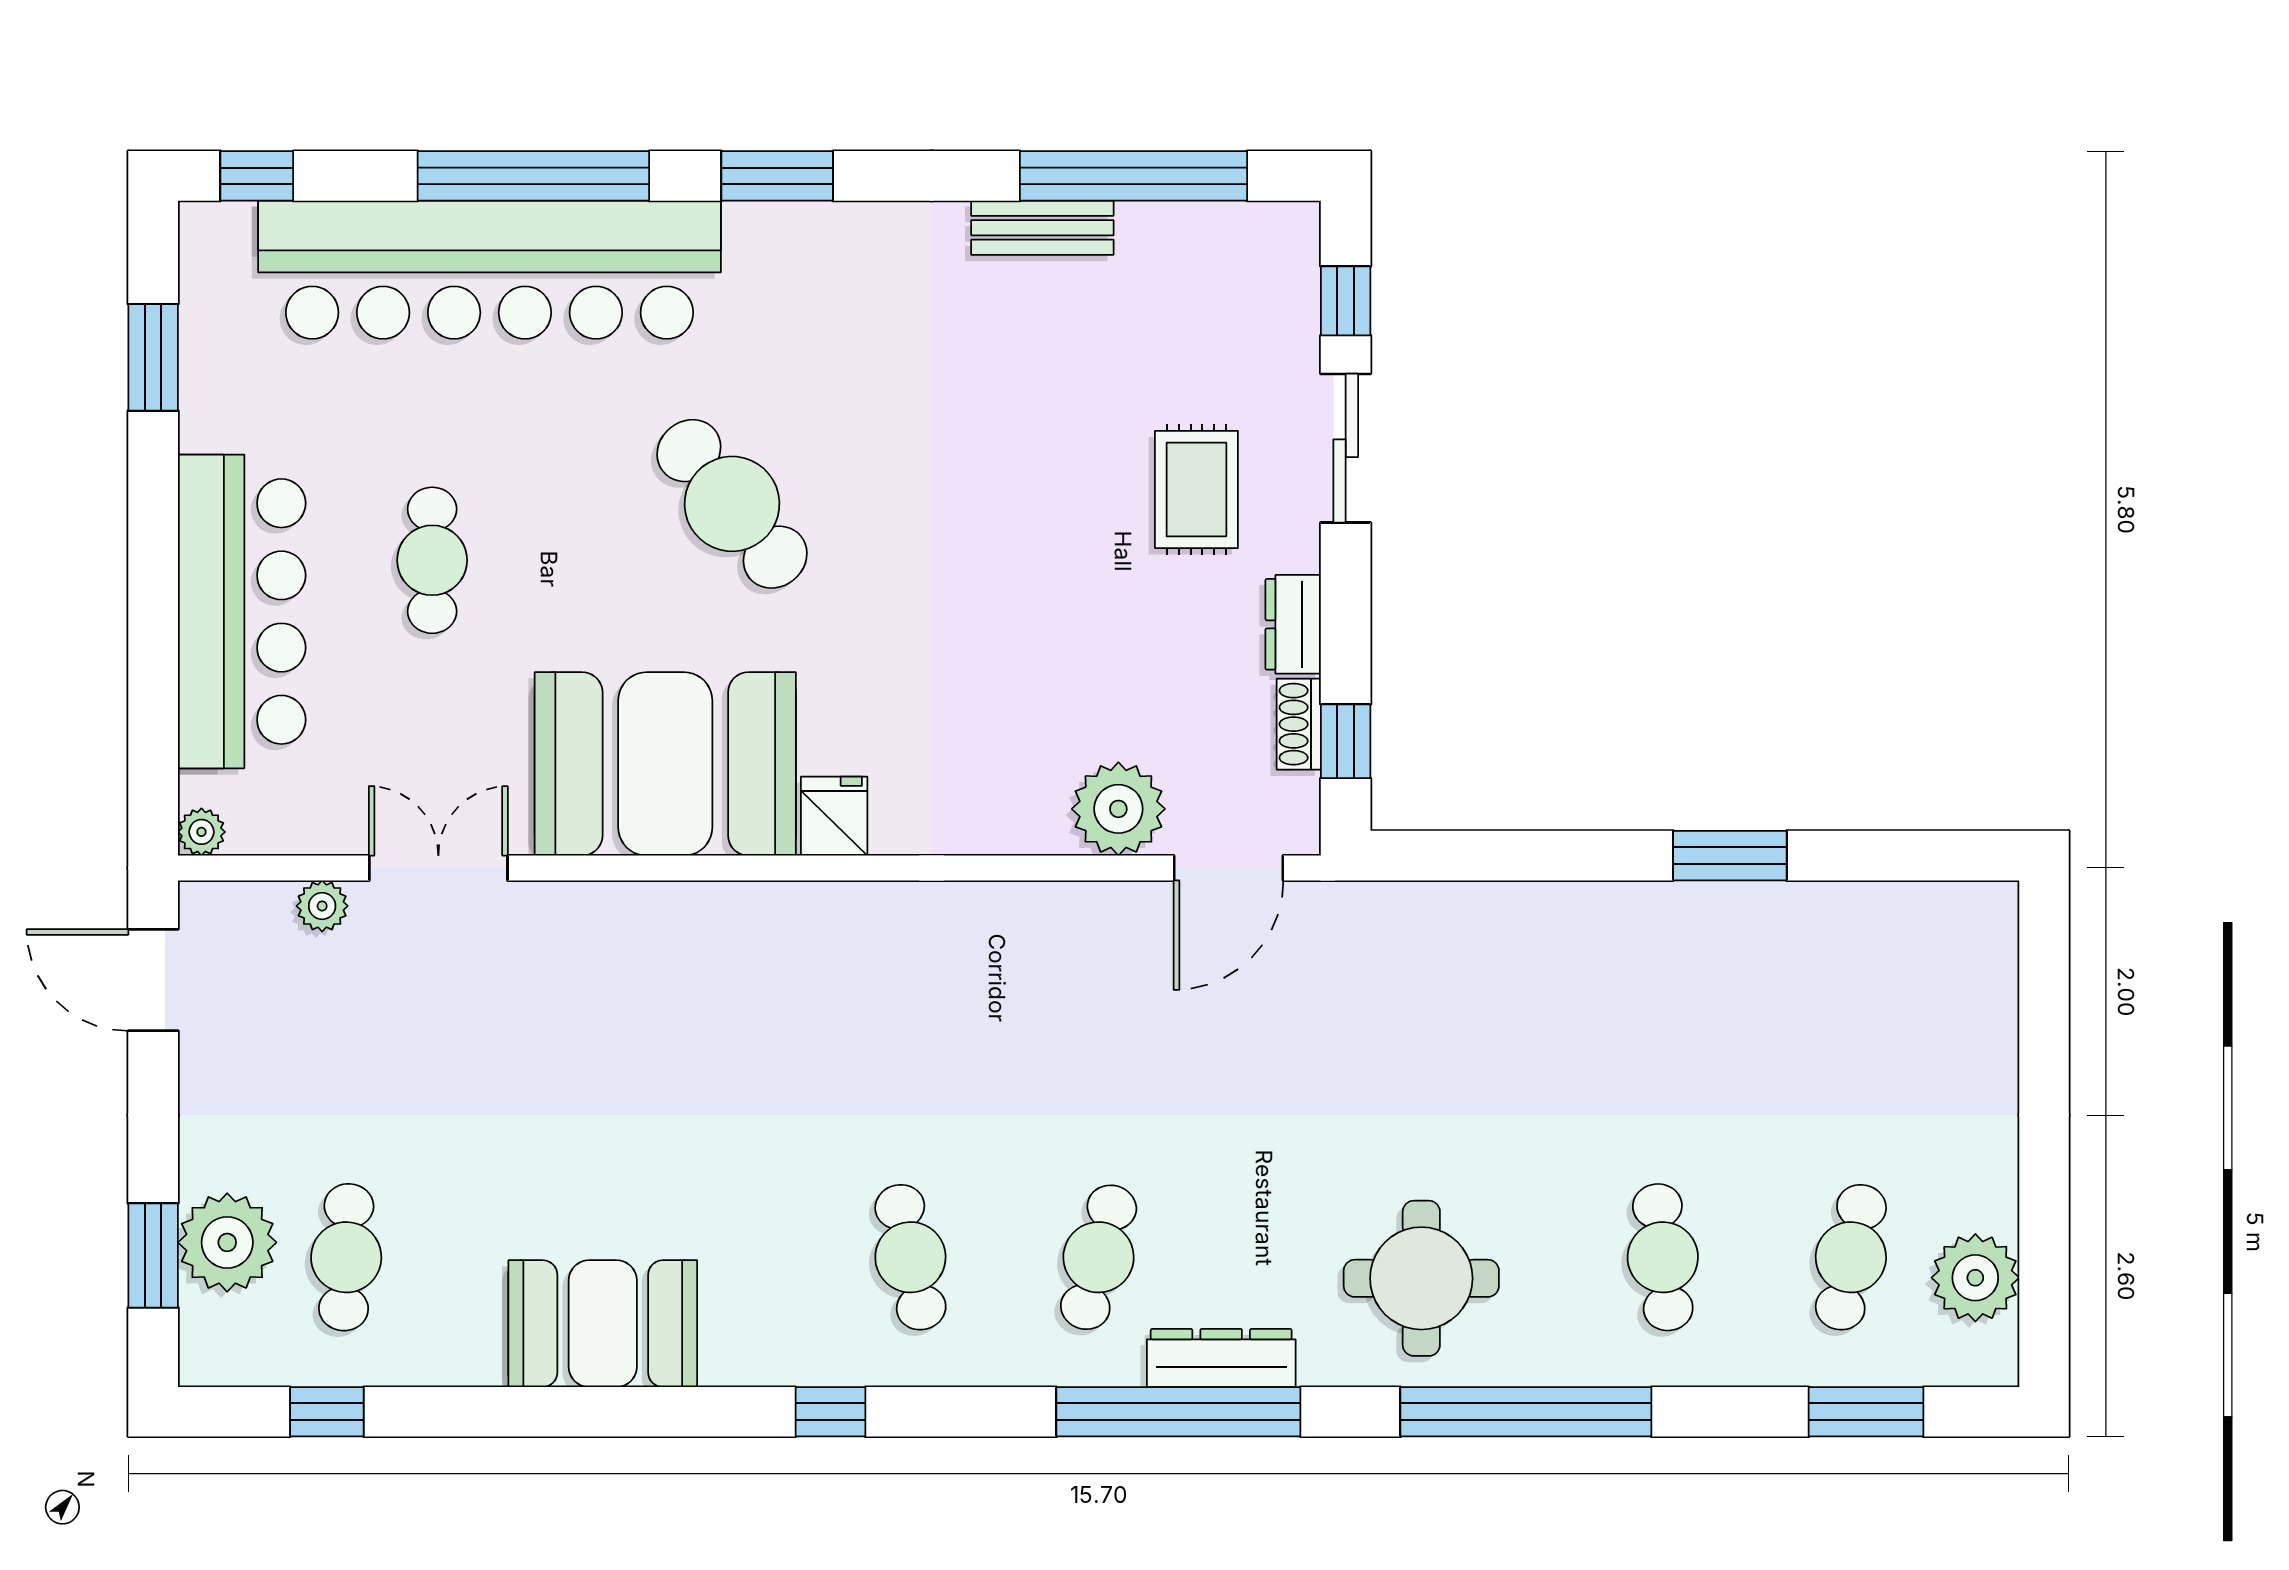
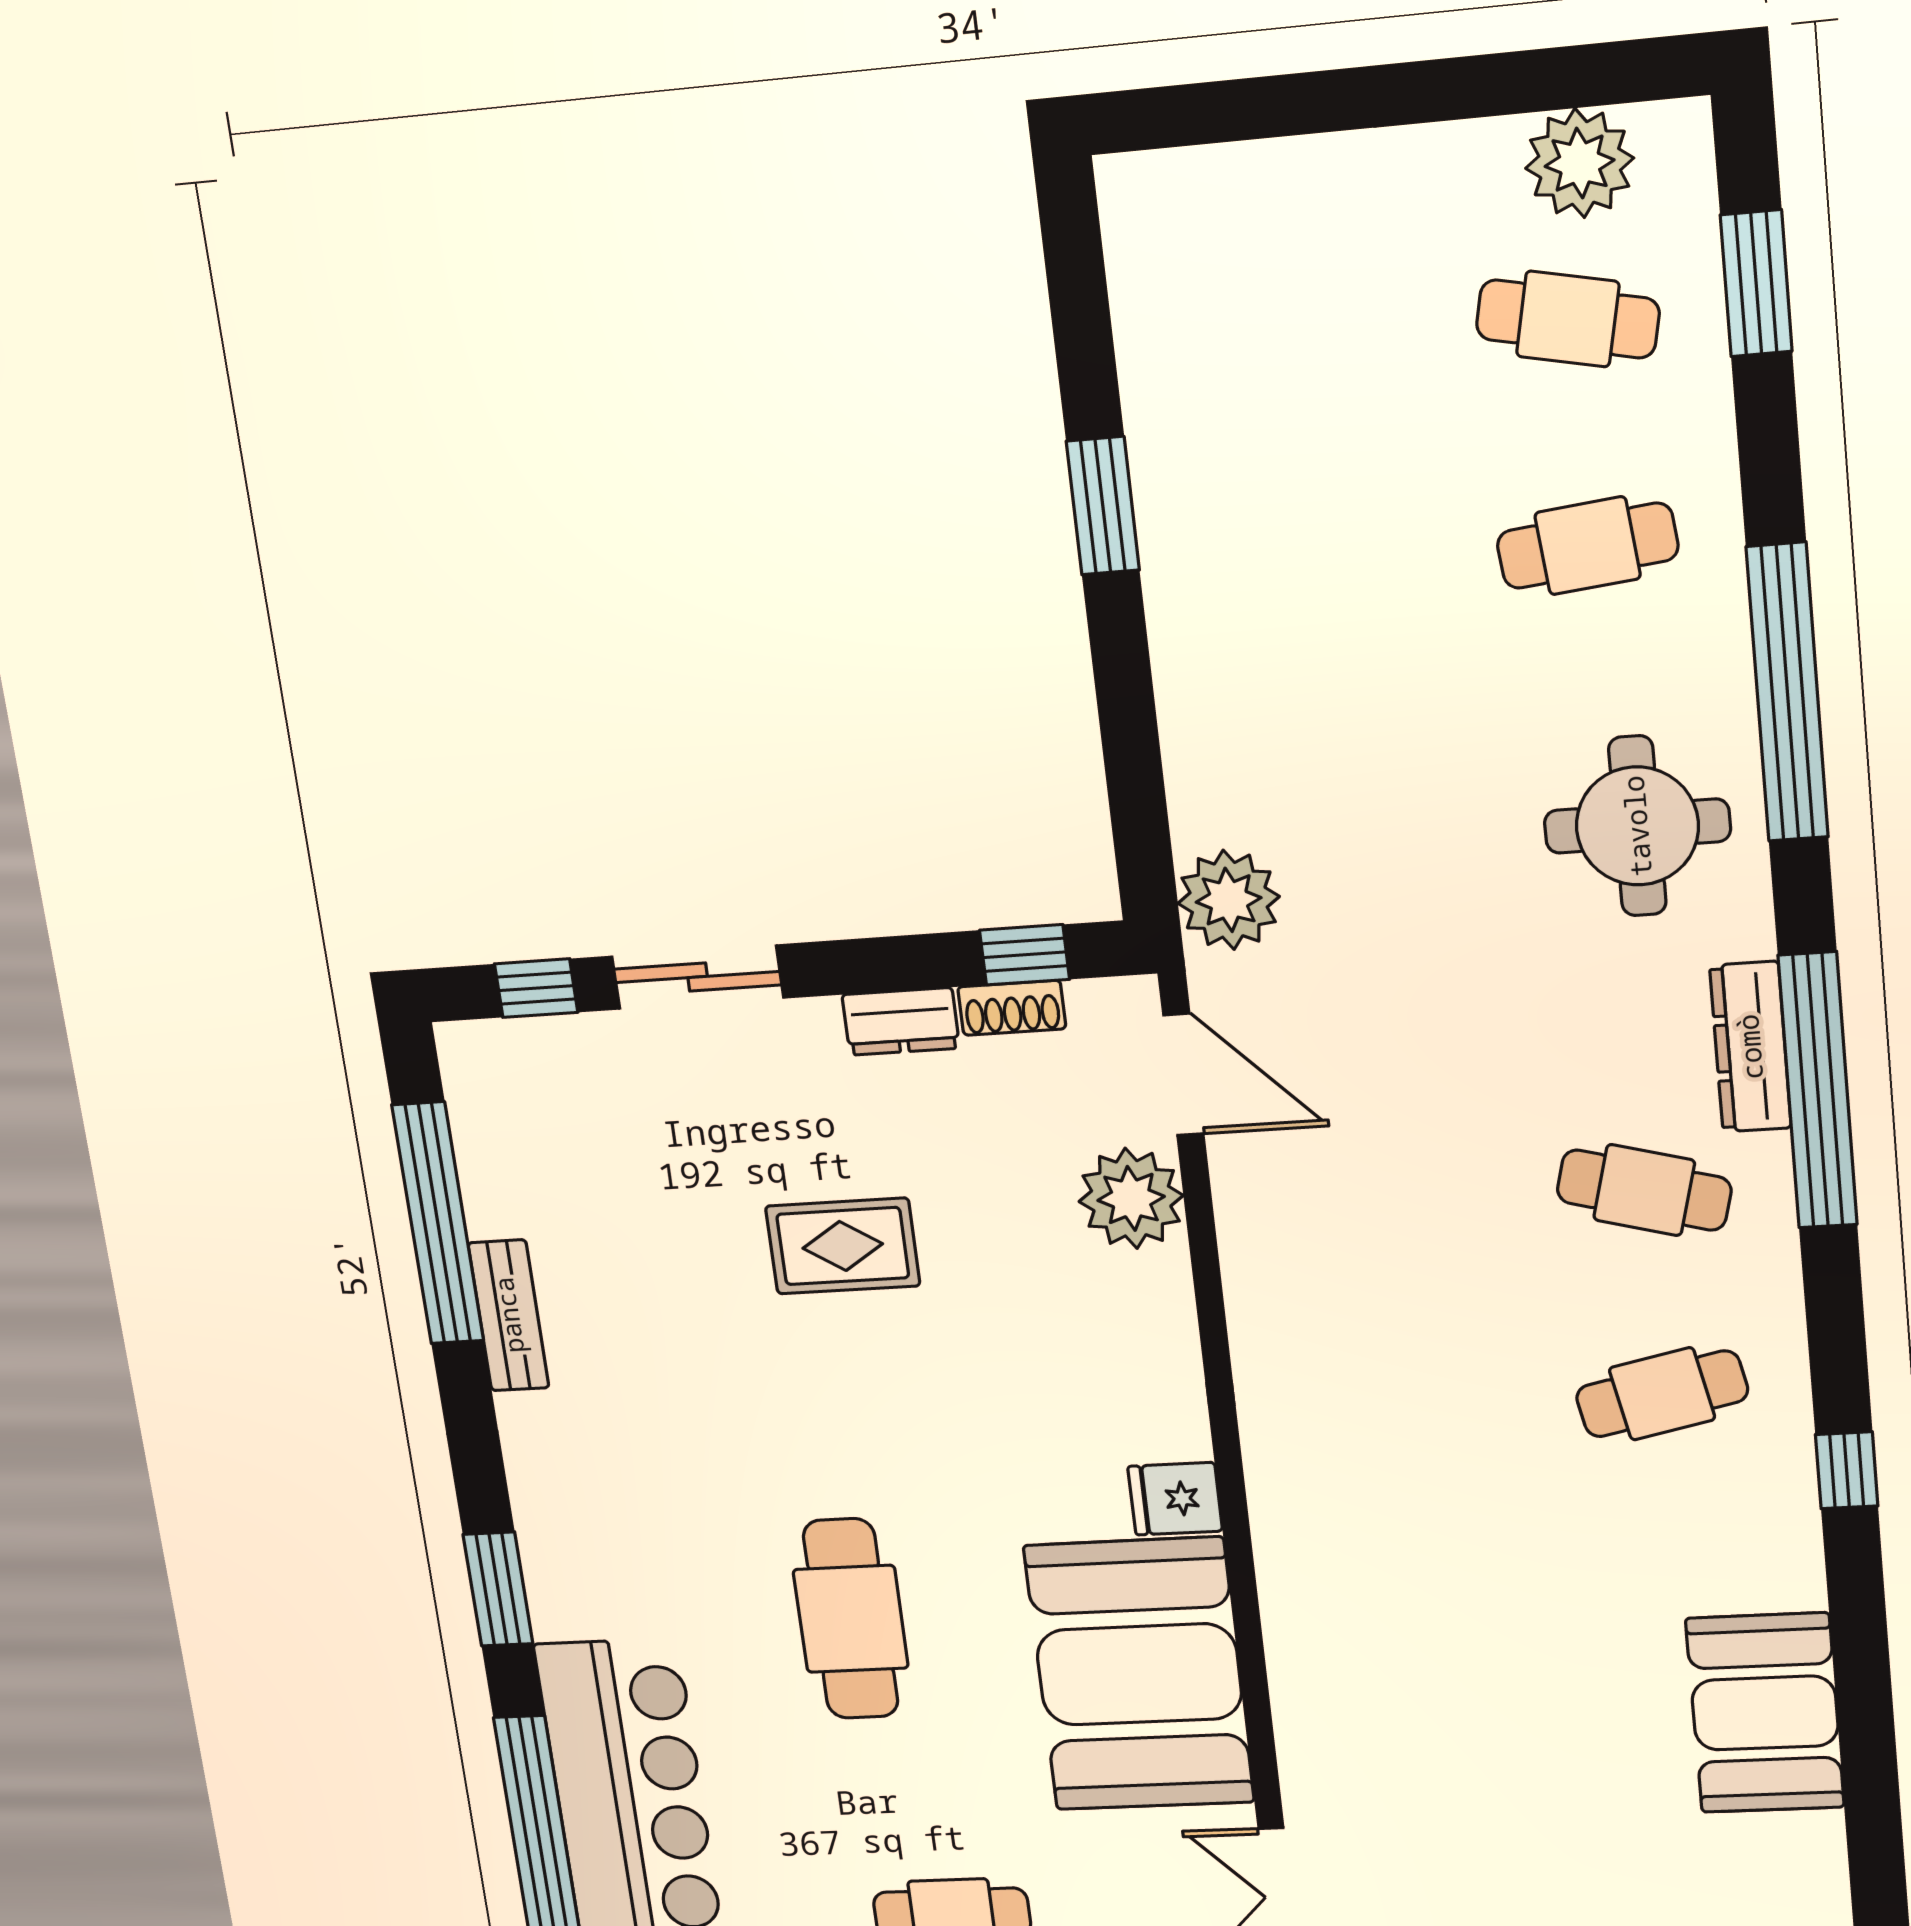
rug: (1196, 490) -> (843, 1246), moved
cafe table: (732, 504) -> (851, 1619), turned -51
plant: (1382, 925) -> (1229, 900), added

